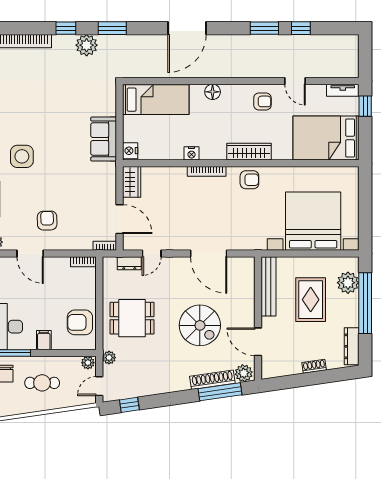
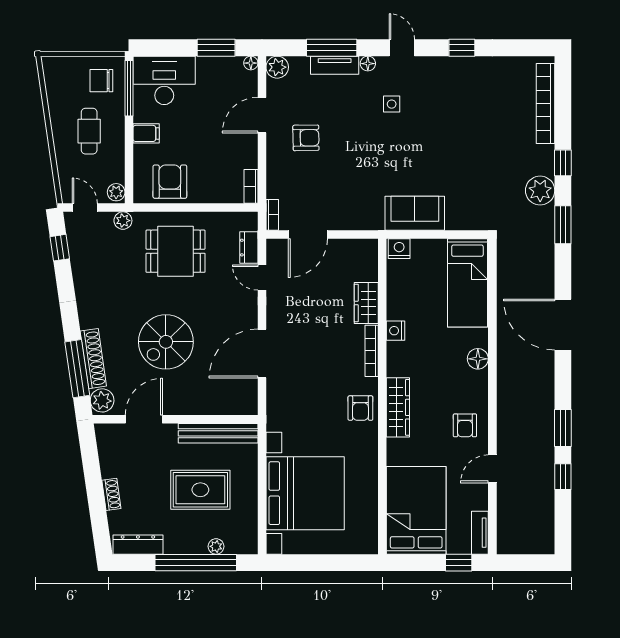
side table: (22, 156) -> (392, 104), width x0.54, depth x0.54
wardrobe: (132, 182) -> (366, 303), moved, turned 90
plant: (348, 283) -> (216, 546), width x0.53, depth x0.53
dining table: (132, 318) -> (176, 251), turned 90

